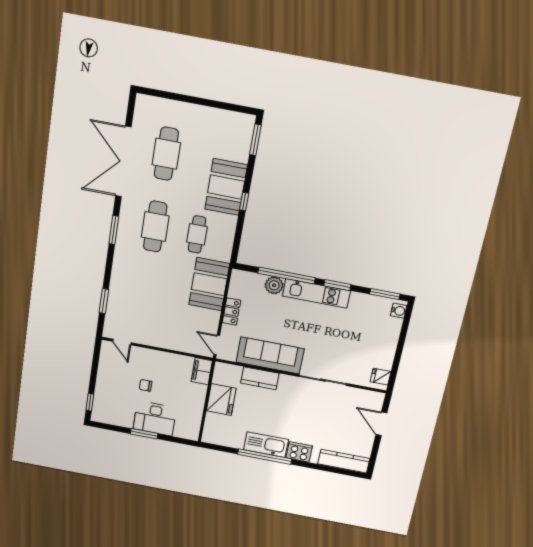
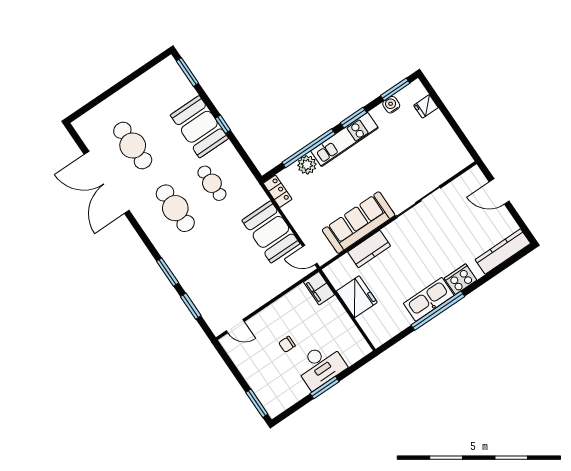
window: (114, 230) -> (168, 272), moved
booth: (209, 284) -> (271, 232), moved
water cooler: (399, 311) -> (391, 105), moved, turned -90
locker: (231, 312) -> (278, 191), moved
fridge: (381, 377) -> (426, 106), moved
window: (90, 402) -> (257, 403), width x1.50

